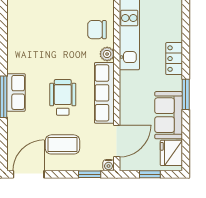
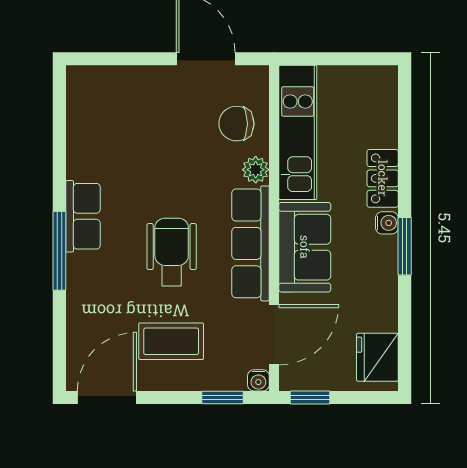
water cooler: (176, 82) -> (387, 223), added
row of seats: (16, 92) -> (83, 216), moved
sofa: (169, 115) -> (305, 247), moved, turned 180
window: (150, 174) -> (310, 397), moved

